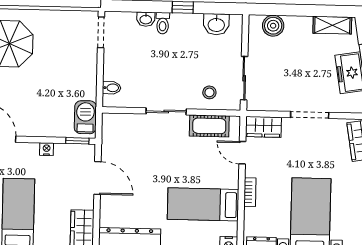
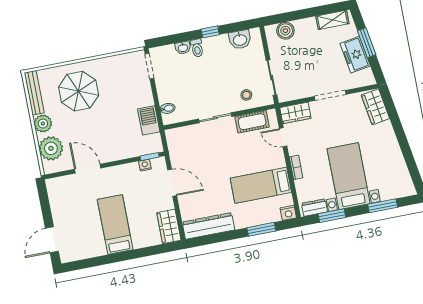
barbecue: (85, 117) -> (149, 120), moved
nightstand: (47, 149) -> (145, 165), moved

